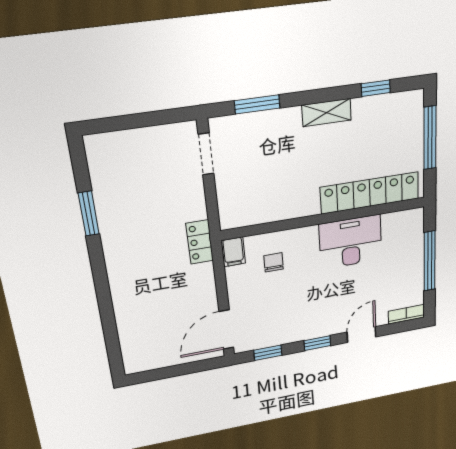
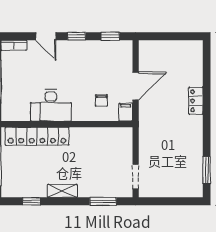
window: (89, 214) -> (207, 170), moved
locker: (200, 242) -> (196, 101), moved, turned 180
door: (226, 330) -> (136, 86), moved
door: (361, 334) -> (46, 36), hinge flipped

